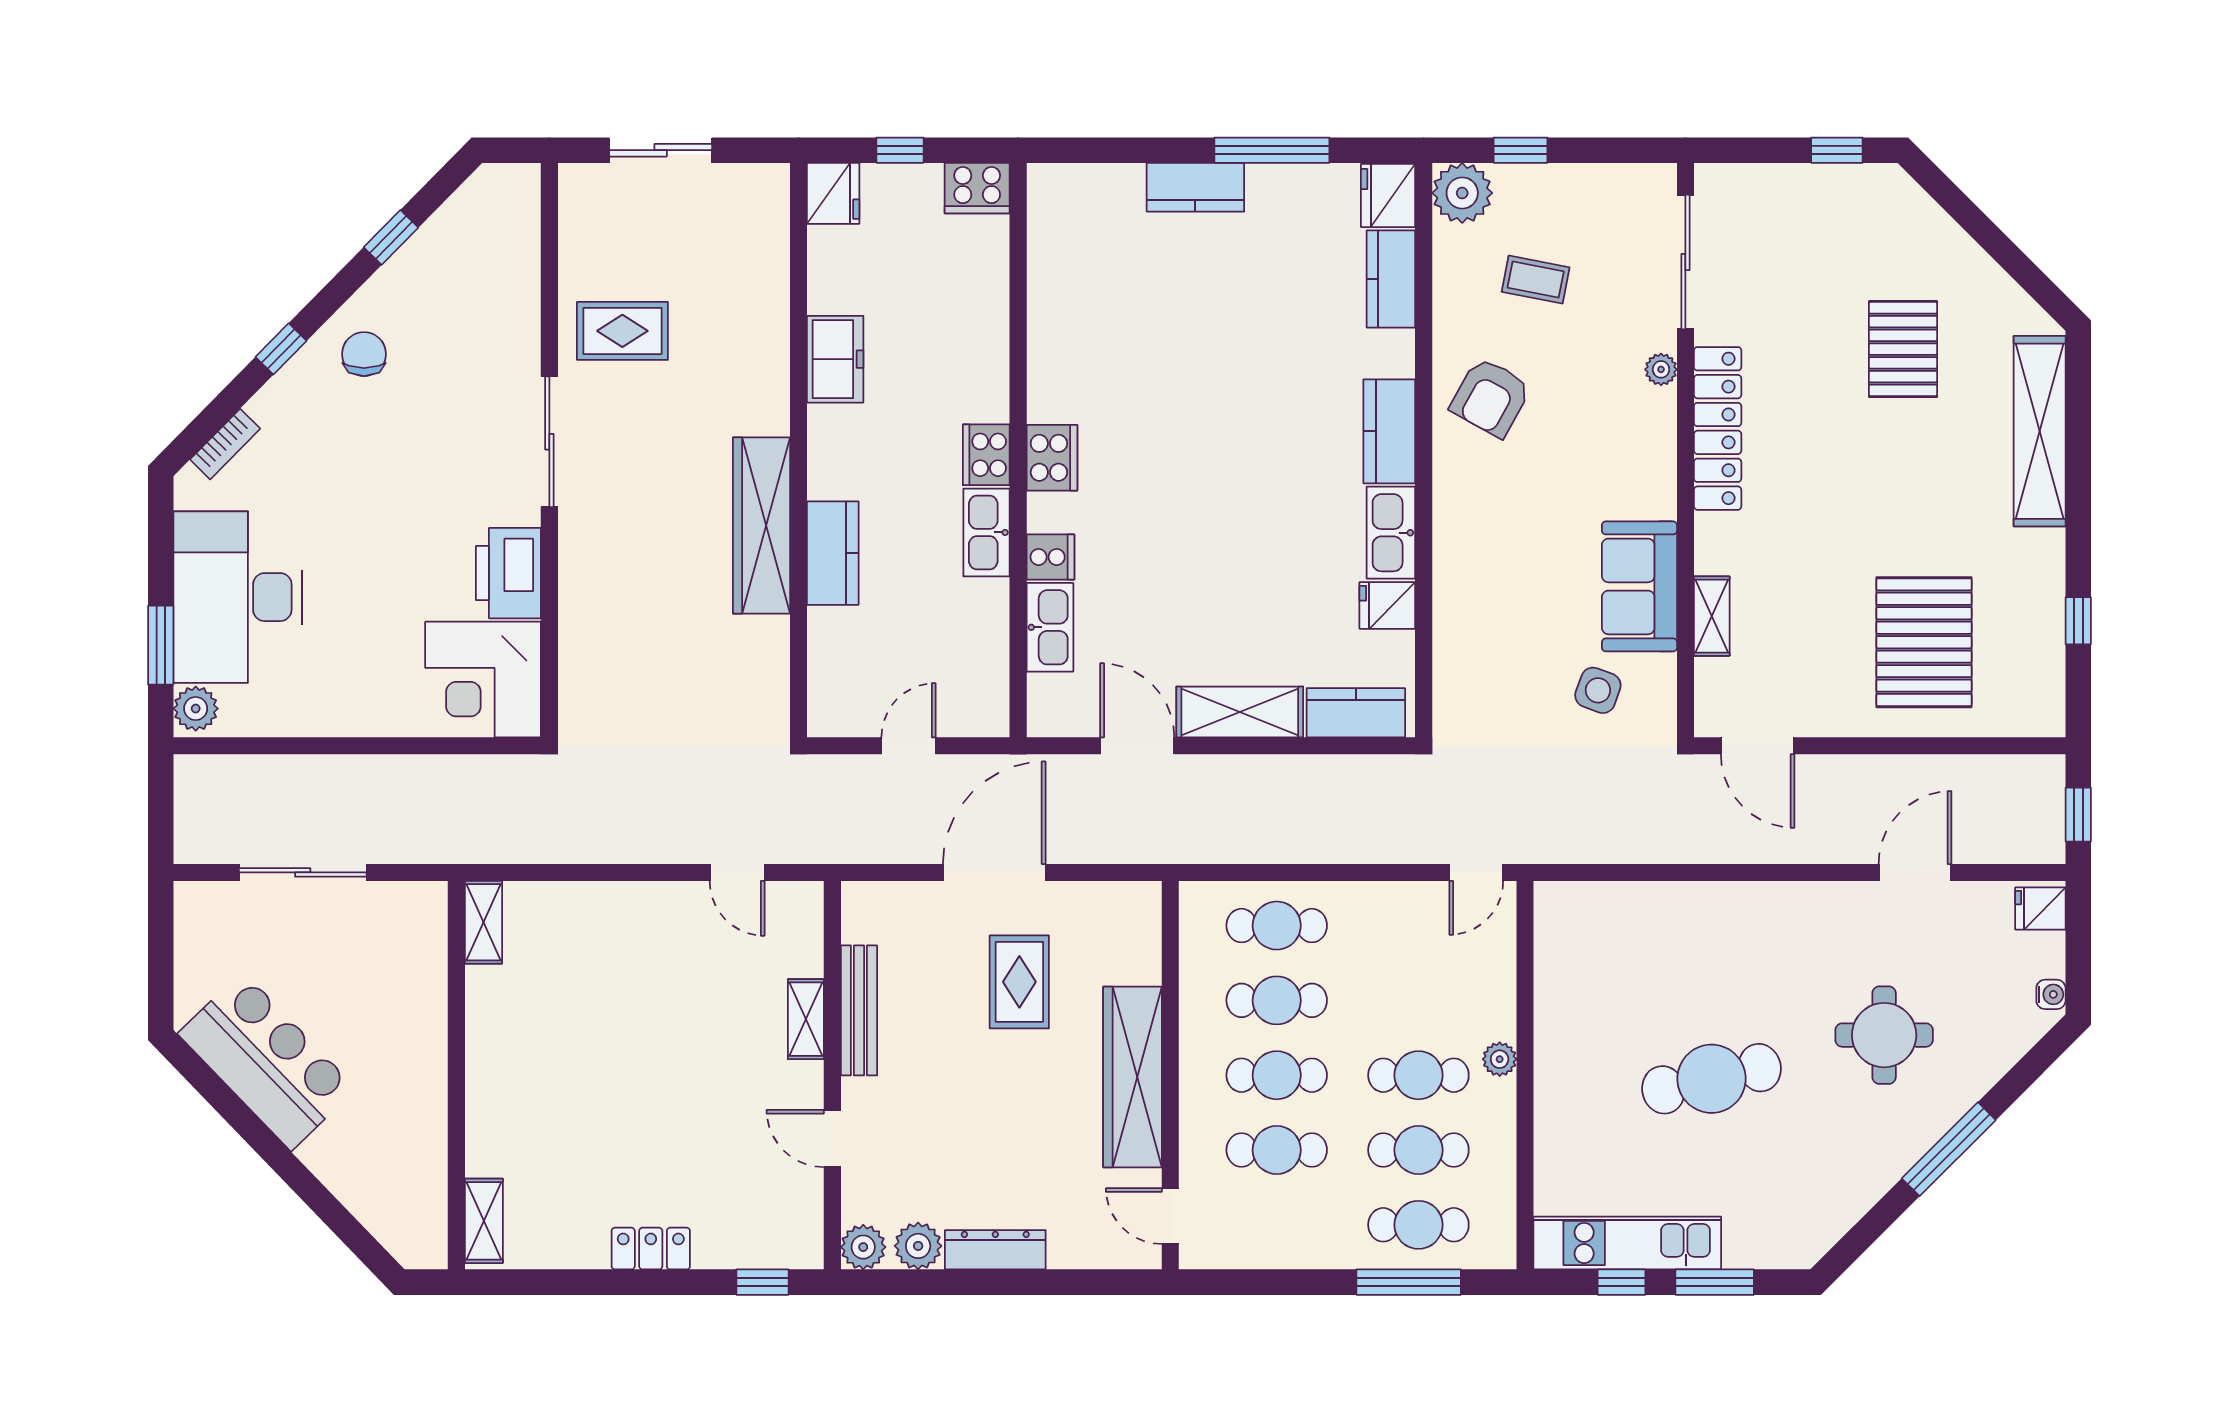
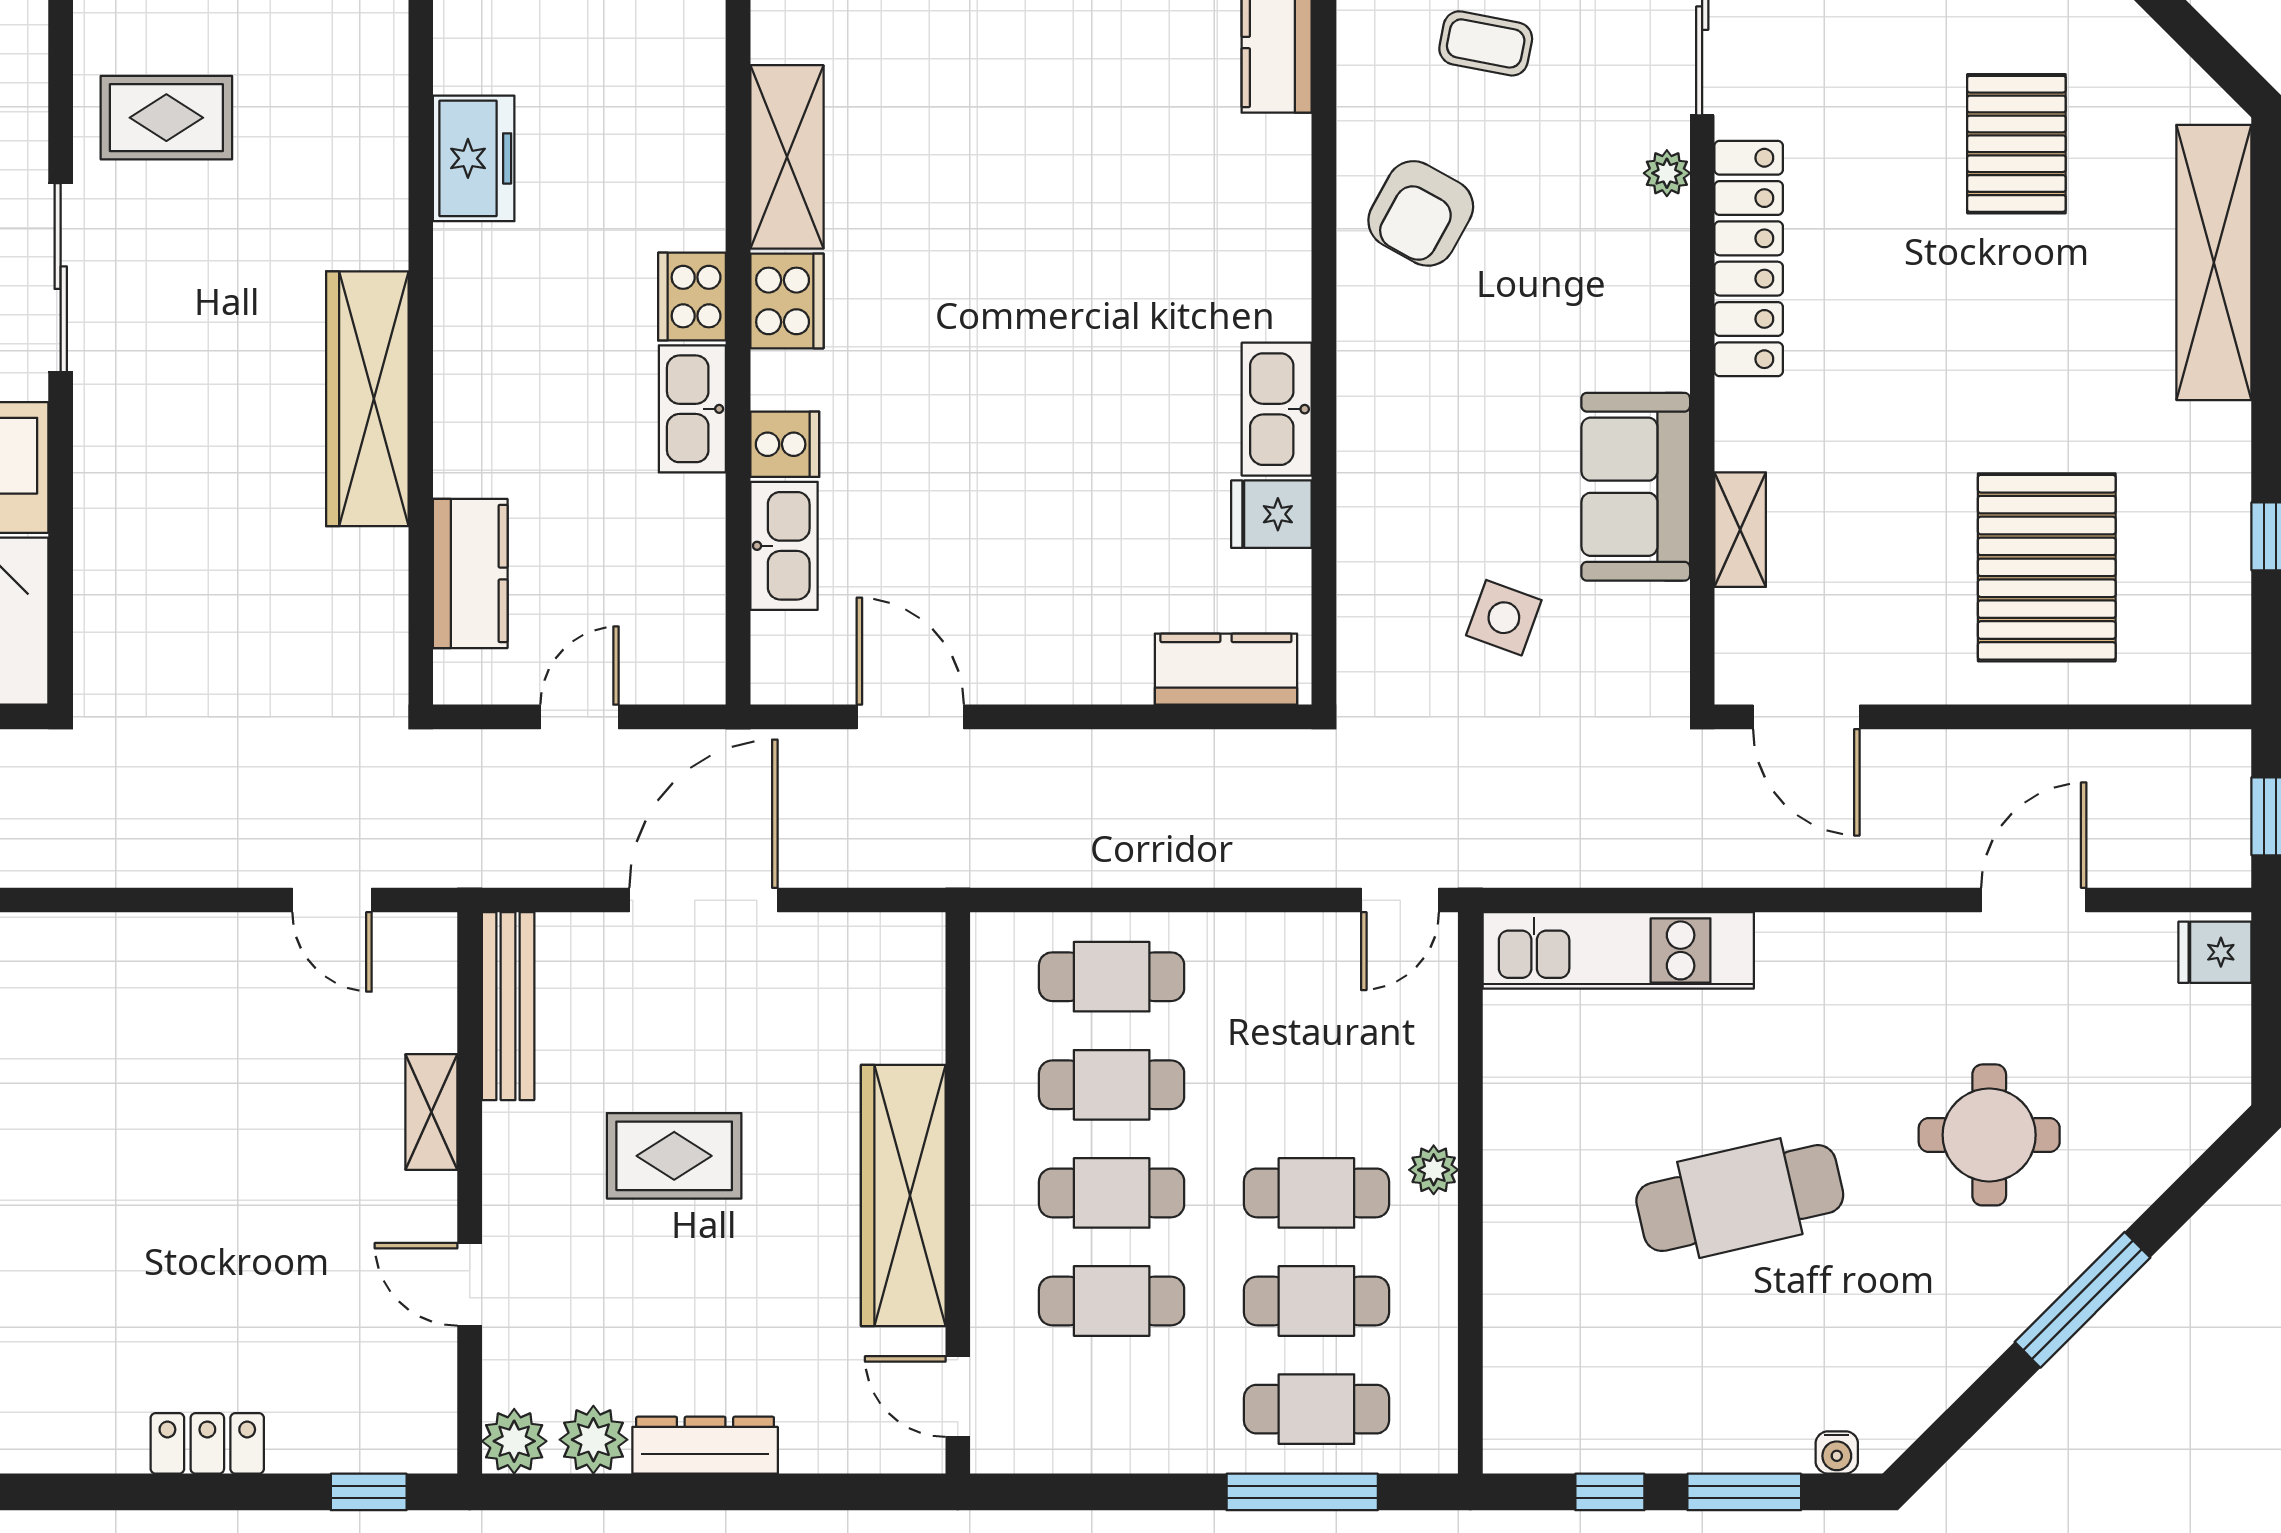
kitchen counter: (1389, 431) -> (1274, 263), removed
kitchen counter: (833, 553) -> (470, 573), moved
side table: (1598, 690) -> (1504, 618), moved
shelving: (1240, 712) -> (787, 157), moved, turned 90
rug: (1019, 982) -> (674, 1156), moved, turned 90
water cooler: (2051, 994) -> (1837, 1452), moved, turned 90
bench: (859, 1010) -> (508, 1006), moved
kitchen unit: (1627, 1243) -> (1618, 950), moved, turned 180

